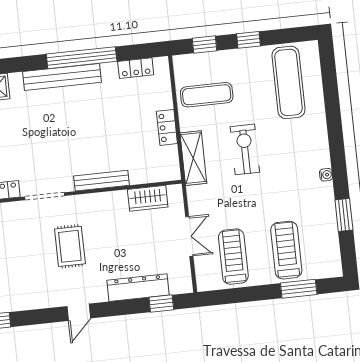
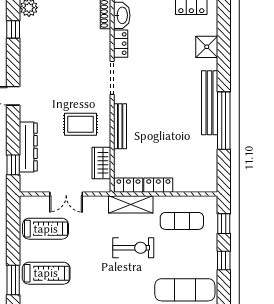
locker: (136, 68) -> (128, 185), moved, turned 90
exercise mat: (207, 95) -> (182, 221), turned 90
rug: (70, 246) -> (81, 124), moved

